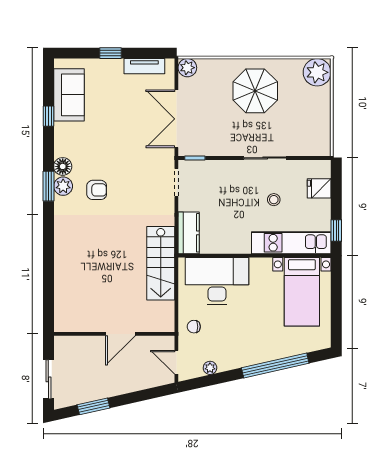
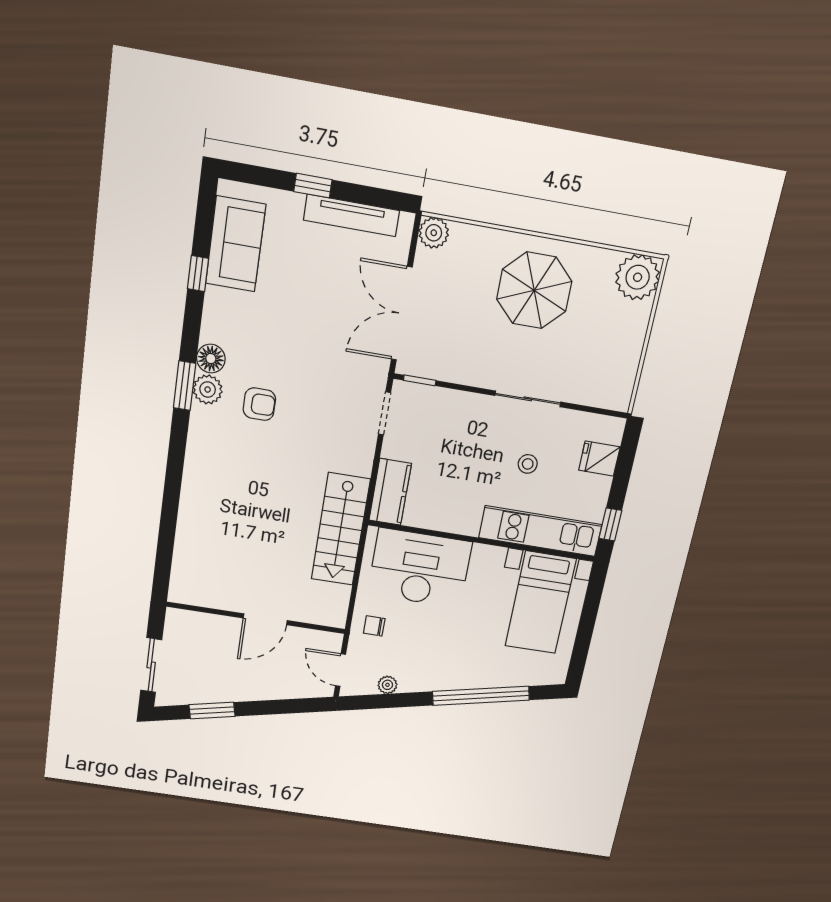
tv unit: (144, 66) -> (351, 215), width x1.41

